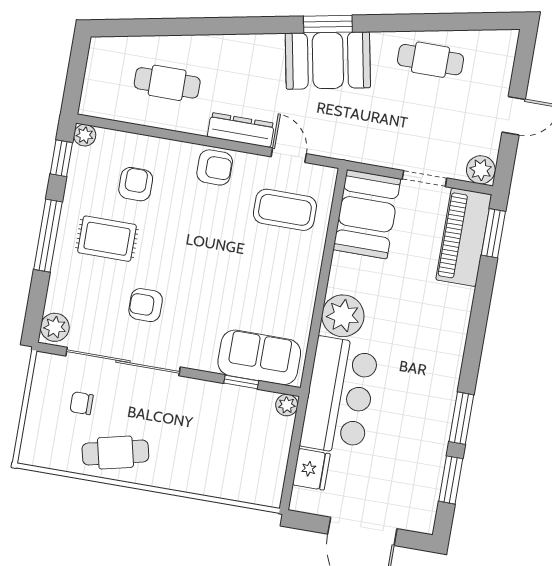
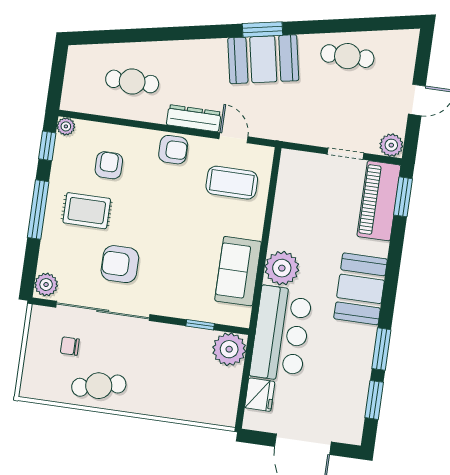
booth: (367, 214) -> (361, 289), moved
armchair: (146, 305) -> (120, 264), width x1.38, depth x1.38
sofa: (259, 357) -> (238, 271), moved, turned -90
plant: (287, 405) -> (229, 349), width x1.87, depth x1.87

